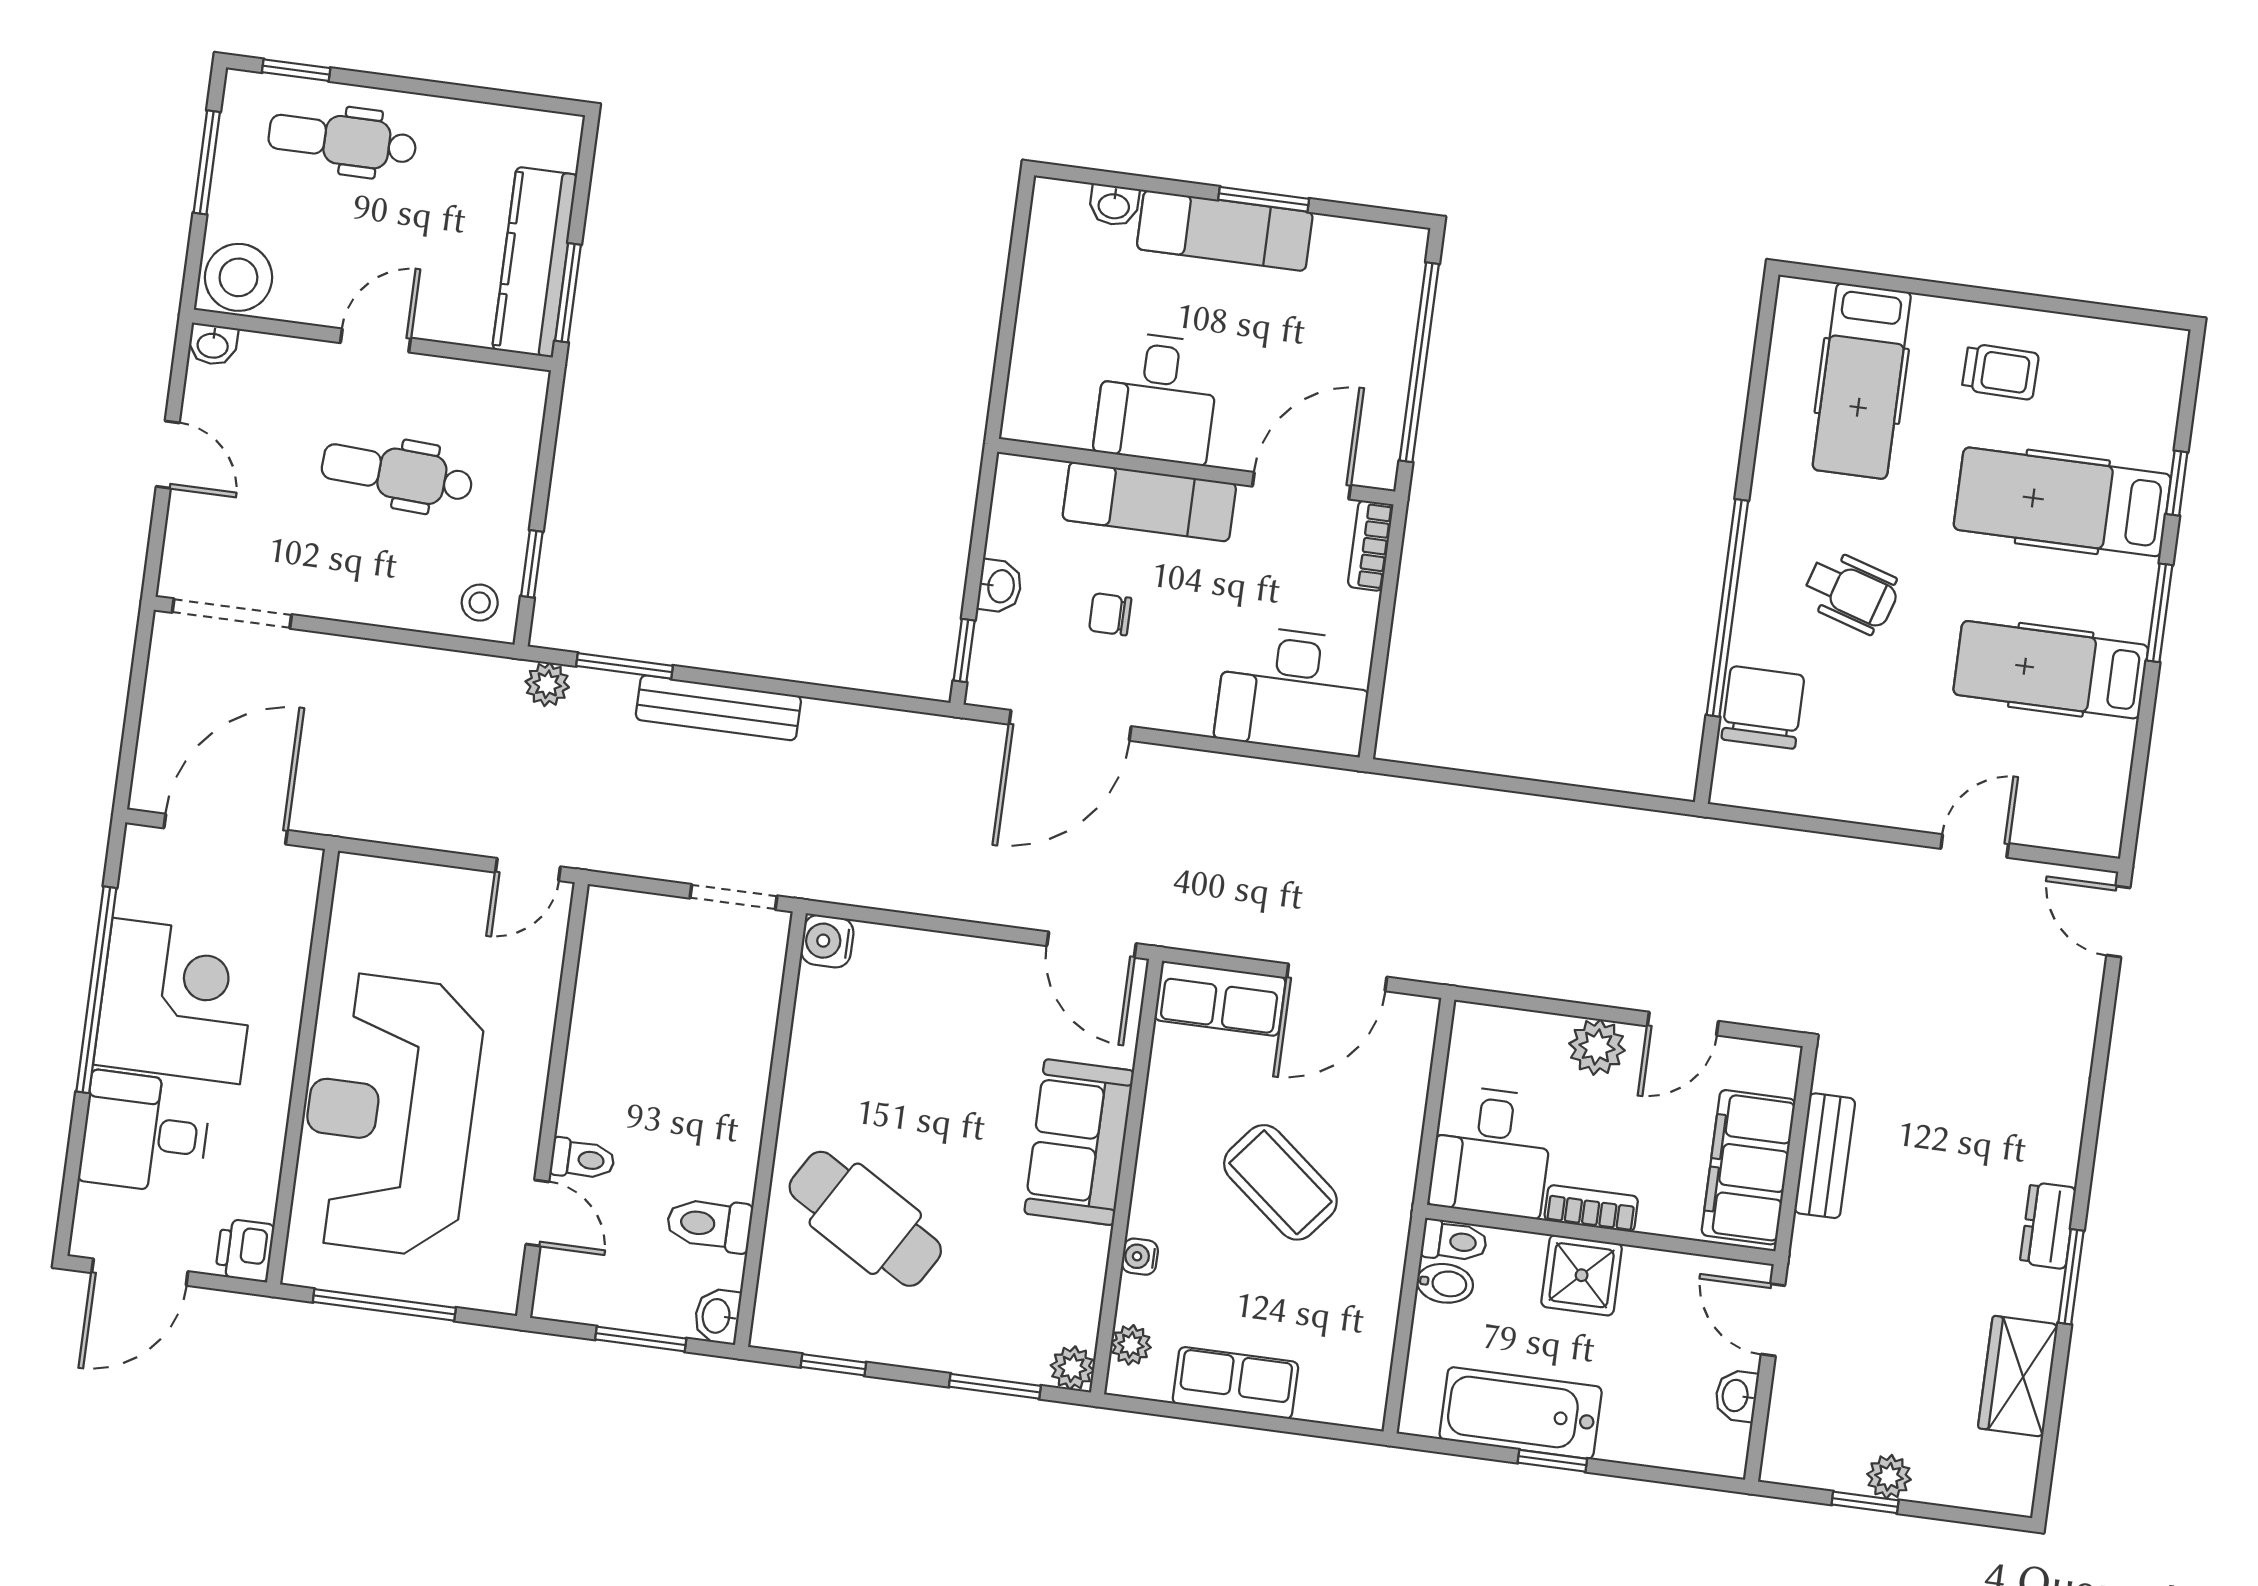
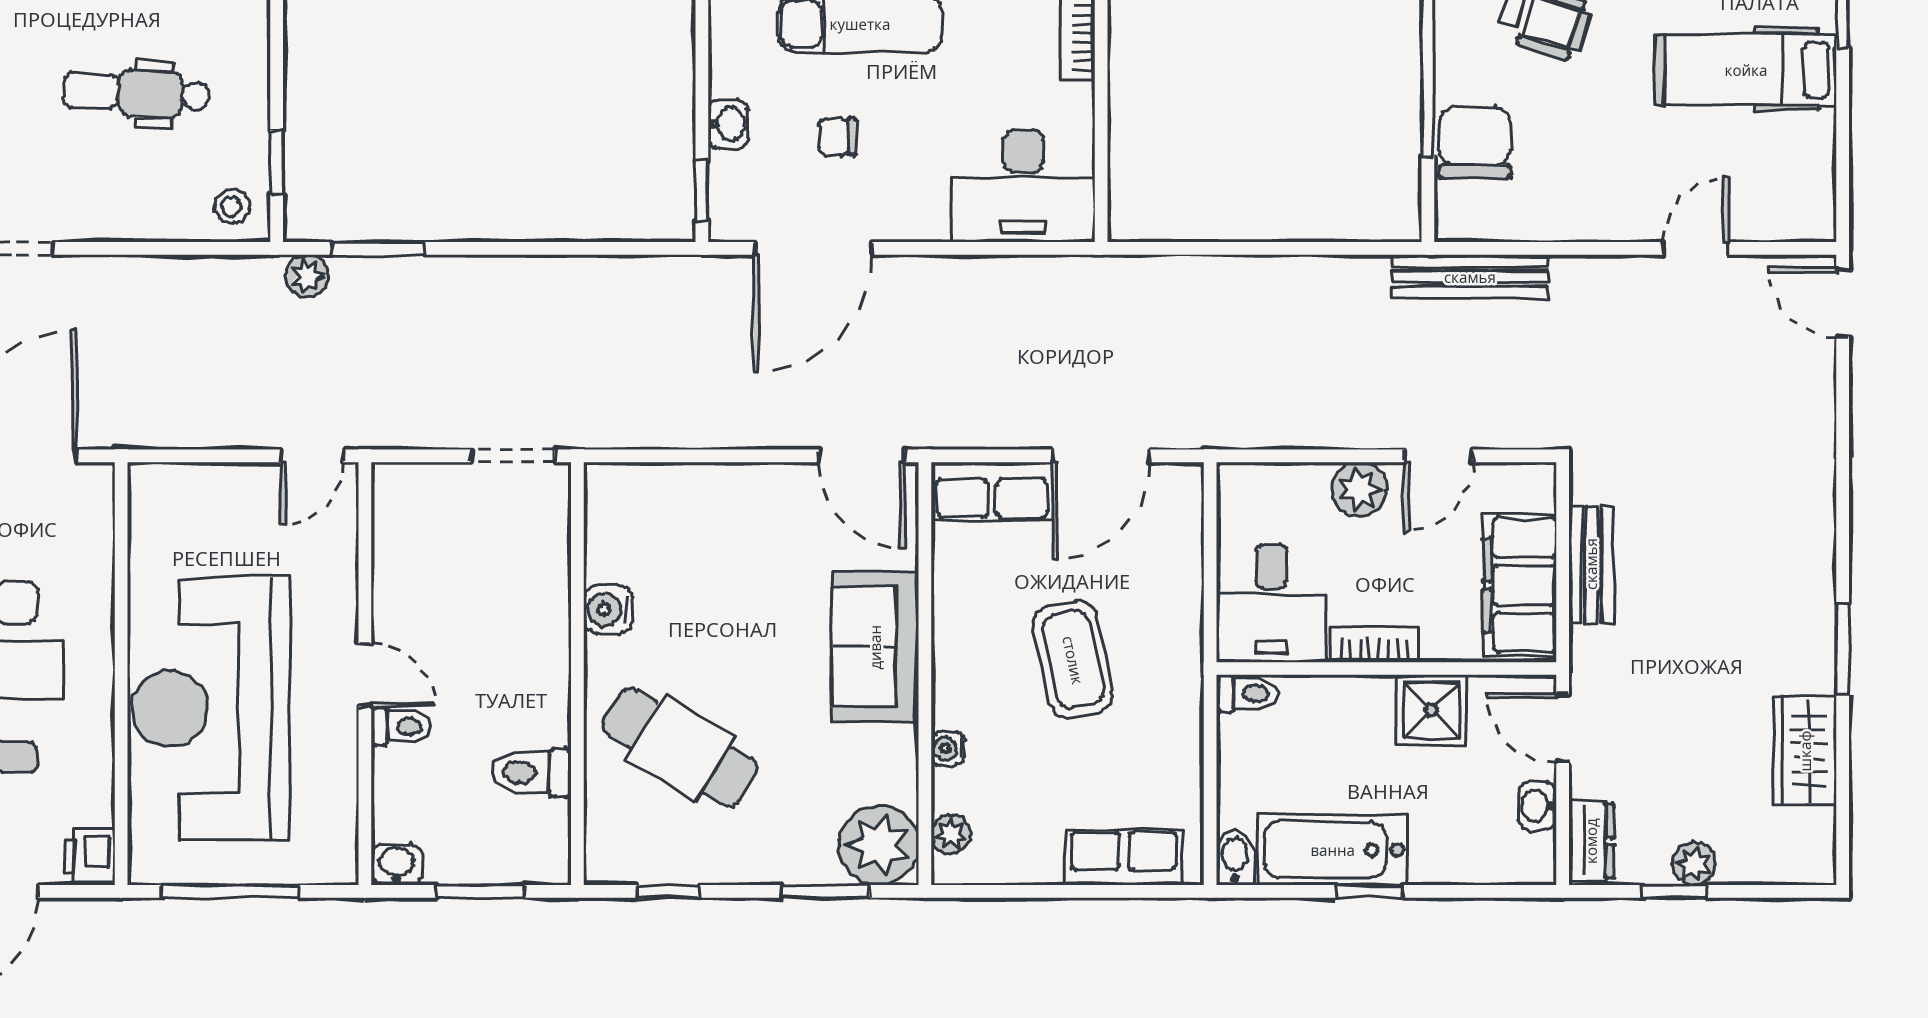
bench: (718, 708) -> (1470, 277), moved
water cooler: (827, 941) -> (608, 609), moved
coffee table: (1280, 1182) -> (1073, 660), turned 39
door: (537, 1213) -> (365, 675), moved
dresser: (2048, 1225) -> (1591, 841), moved, turned 180
shower: (1582, 1275) -> (1431, 710), moved
bidet: (1445, 1283) -> (1235, 858), moved, turned -90
washbasin: (717, 1316) -> (397, 865), moved, turned 90
plant: (1072, 1368) -> (879, 845), width x1.87, depth x1.87
row of seats: (1235, 1383) -> (1124, 857), moved

